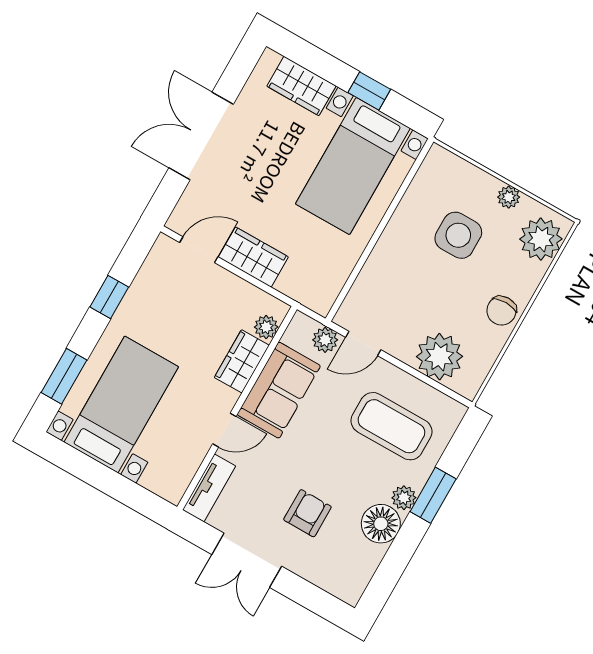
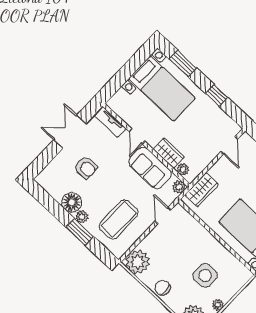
wardrobe: (253, 257) -> (202, 190), moved
plant: (325, 340) -> (179, 187), moved
plant: (439, 357) -> (138, 262), moved

